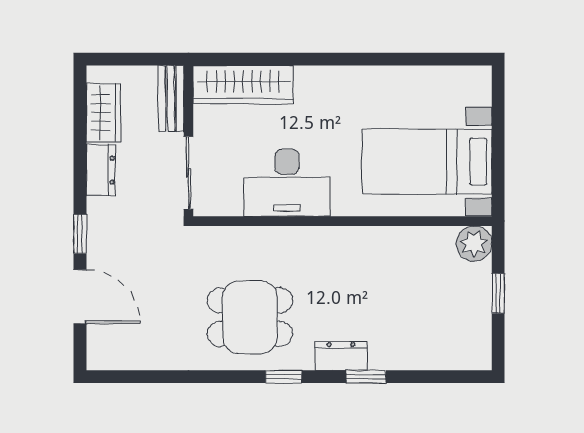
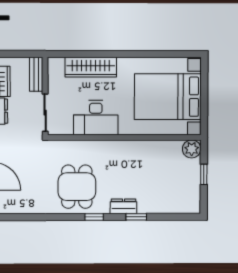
wardrobe: (243, 85) -> (91, 67), moved
bed with nightstands: (427, 162) -> (168, 97), width x1.36
dining table: (250, 317) -> (77, 187), turned 90

